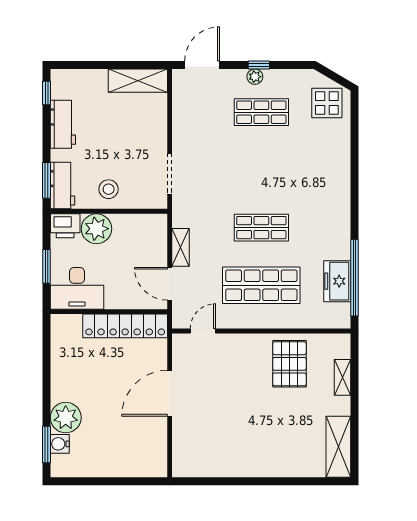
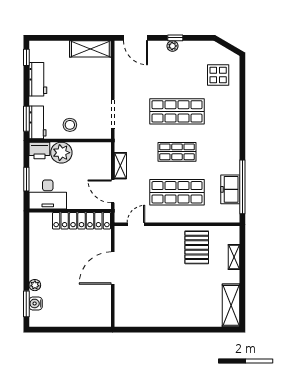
door: (202, 65) -> (135, 38), swing flipped
display table: (327, 103) -> (218, 75), moved
shop shelf: (261, 112) -> (177, 111), moved, width x1.43, depth x1.36
plant: (66, 418) -> (35, 285), width x0.53, depth x0.53

